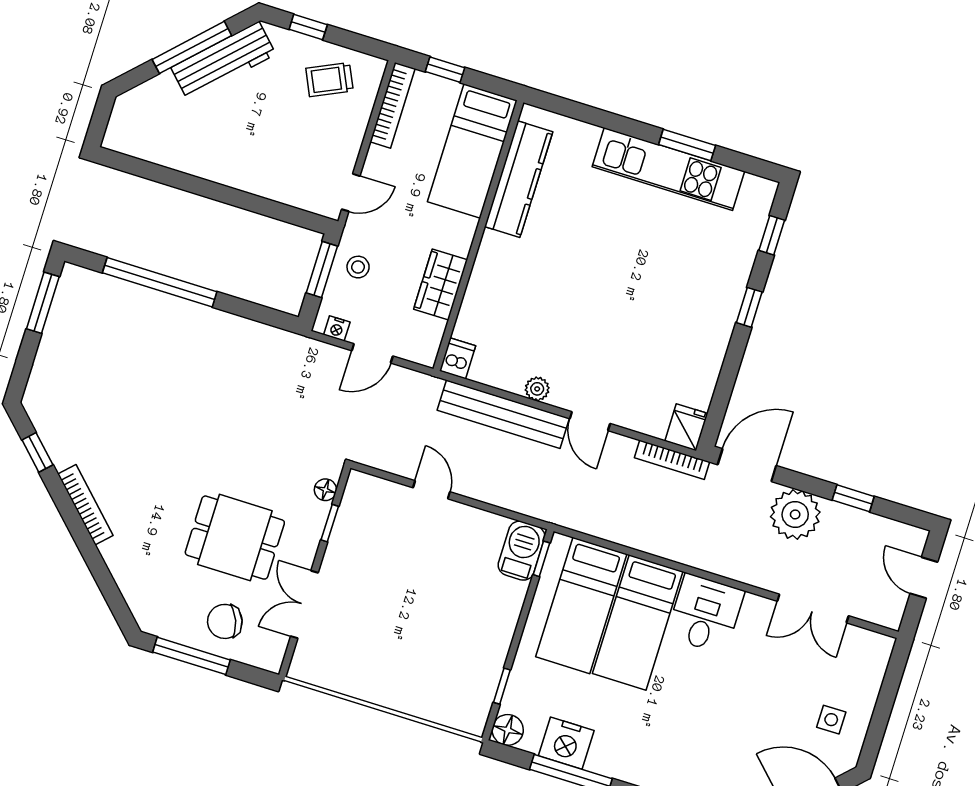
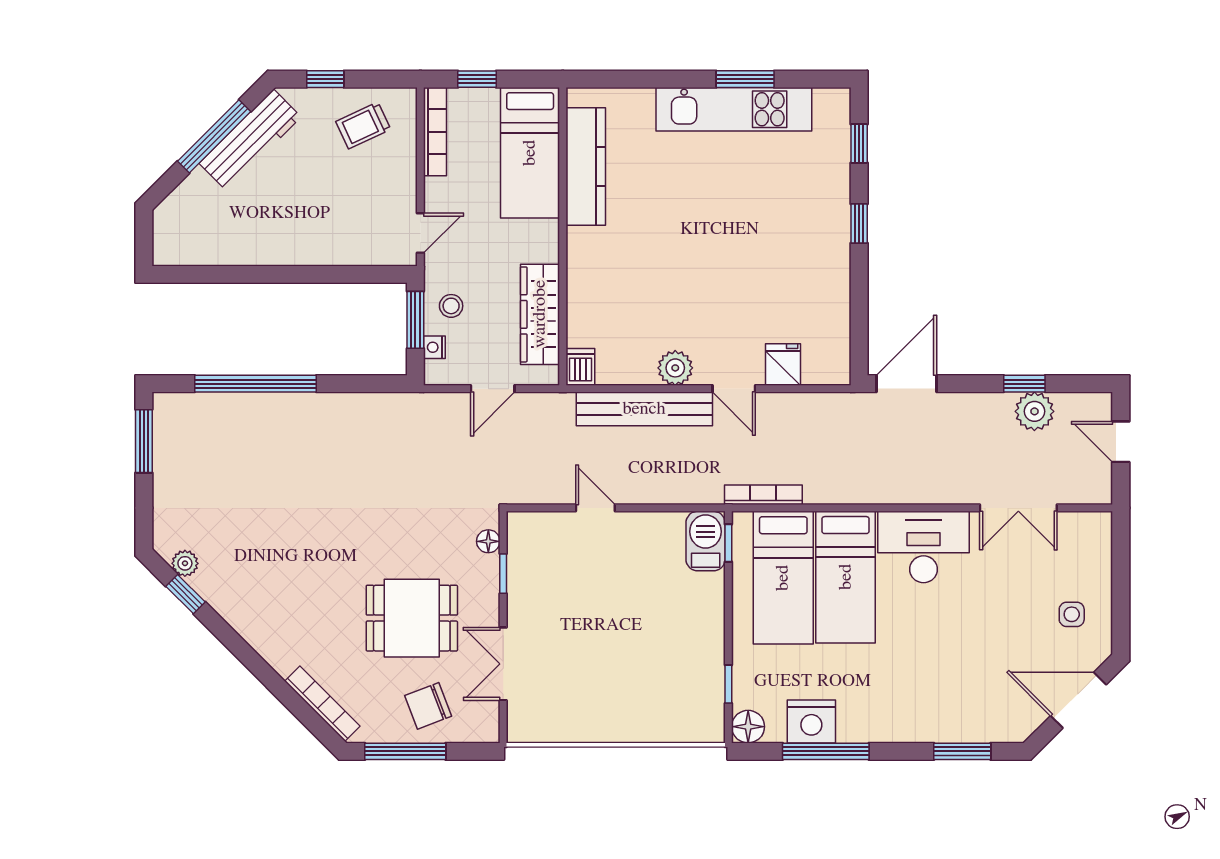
wardrobe: (441, 285) -> (540, 314), width x1.50
nightstand: (337, 328) -> (434, 347), moved, turned 90
plant: (537, 389) -> (675, 368), width x1.38, depth x1.38
plant: (46, 424) -> (185, 563), added
fridge: (686, 427) -> (783, 365), moved
bookcase: (672, 460) -> (763, 495), moved, turned 180
bookcase: (85, 505) -> (322, 704), moved
plant: (795, 514) -> (1034, 411), moved, width x0.73, depth x0.73
desk: (705, 614) -> (923, 547), width x1.37

